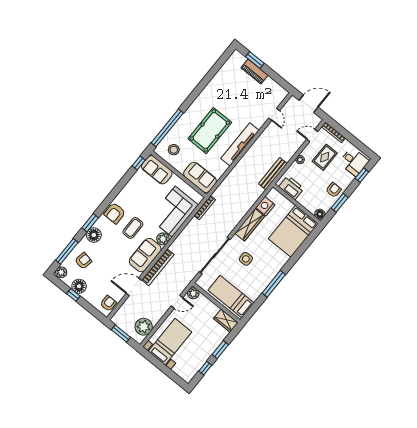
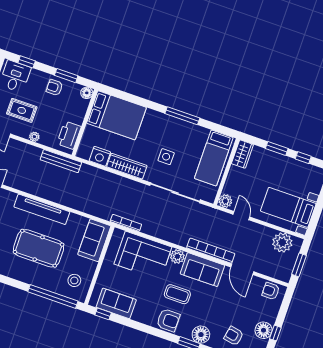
sofa: (157, 170) -> (116, 303), moved, turned -90

